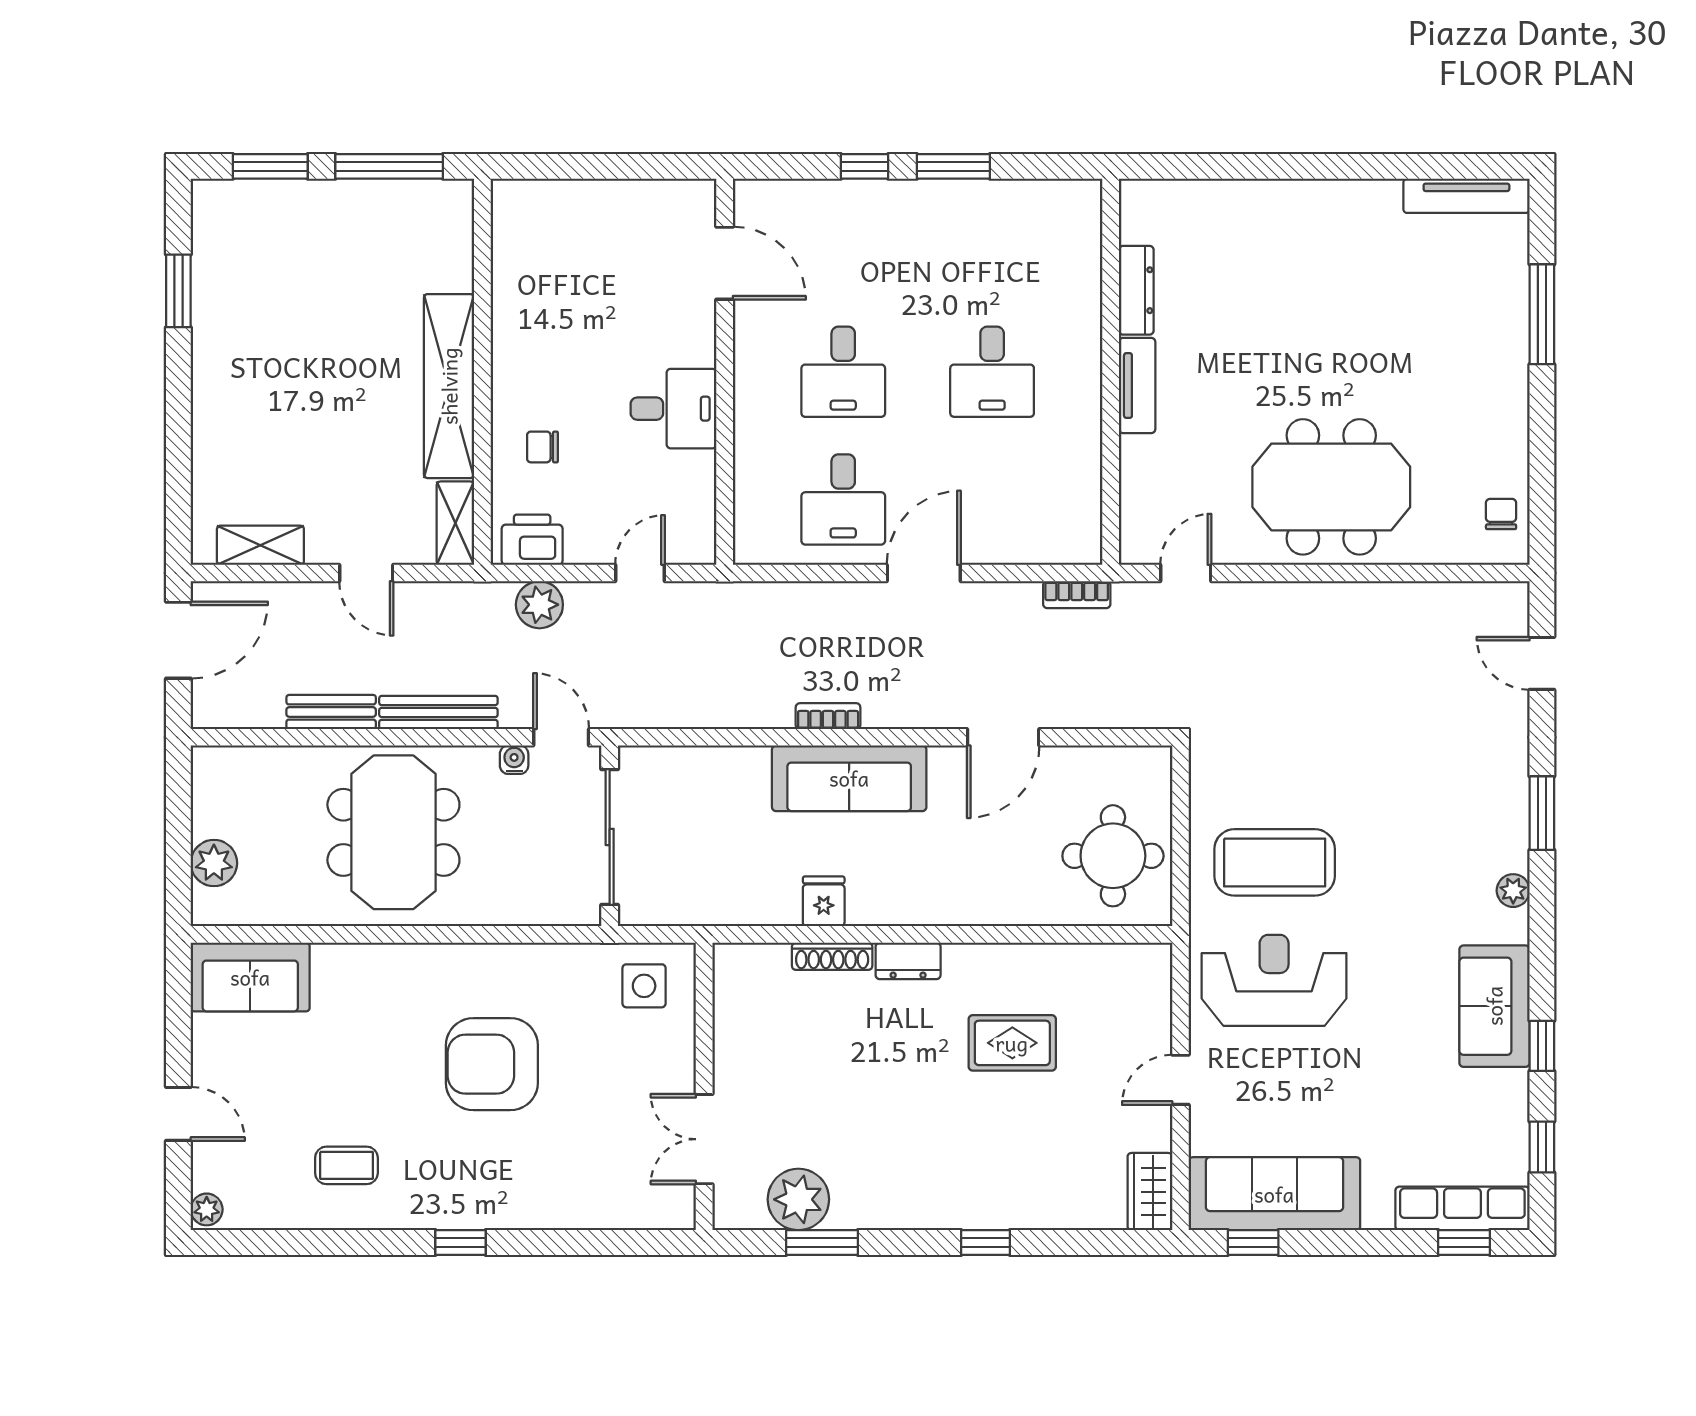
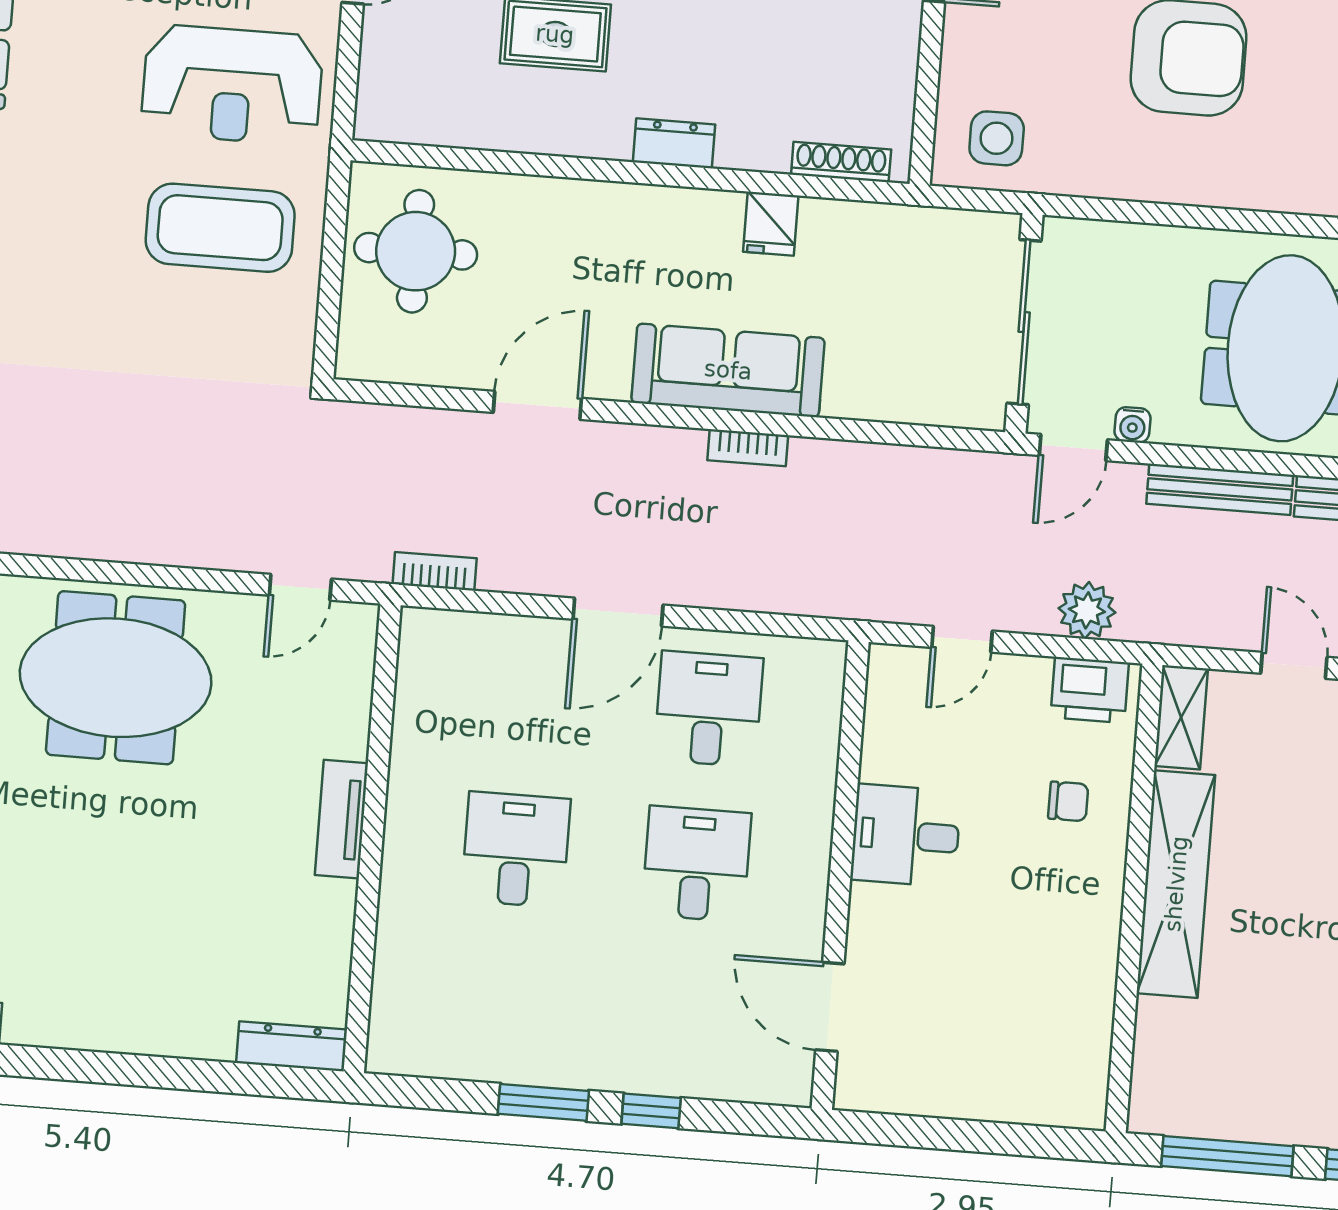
dresser: (1136, 290) -> (292, 1046), moved, turned 90
door: (561, 737) -> (1073, 448), hinge flipped
shoe rack: (832, 956) -> (841, 162), moved

